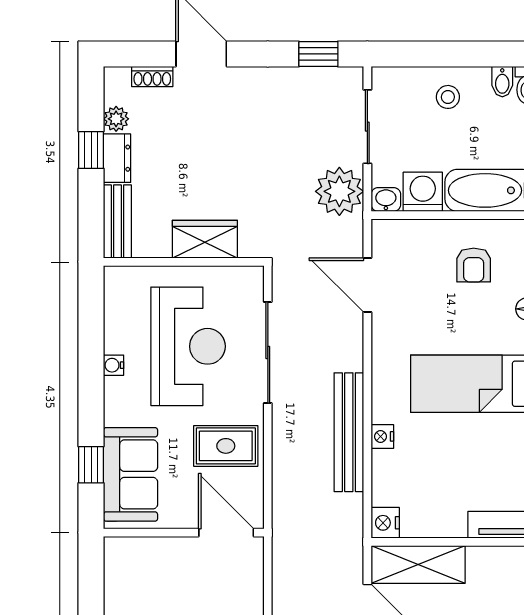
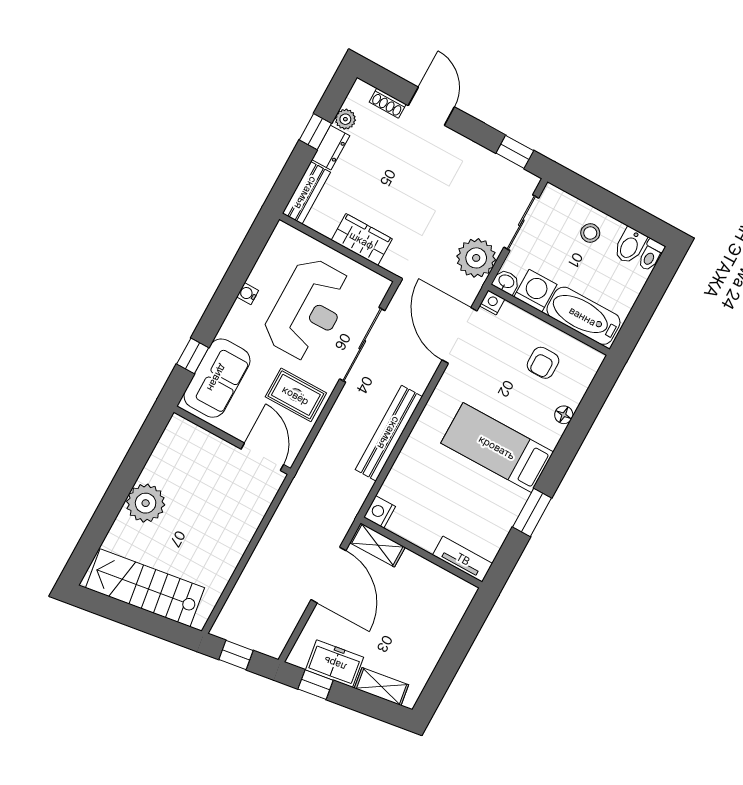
bidet: (502, 82) -> (630, 246), width x1.38, depth x1.36
door: (367, 285) -> (460, 335), width x1.36
nightstand: (382, 436) -> (492, 303), moved, turned 90
shelving: (418, 564) -> (377, 545), width x0.67, depth x0.75

